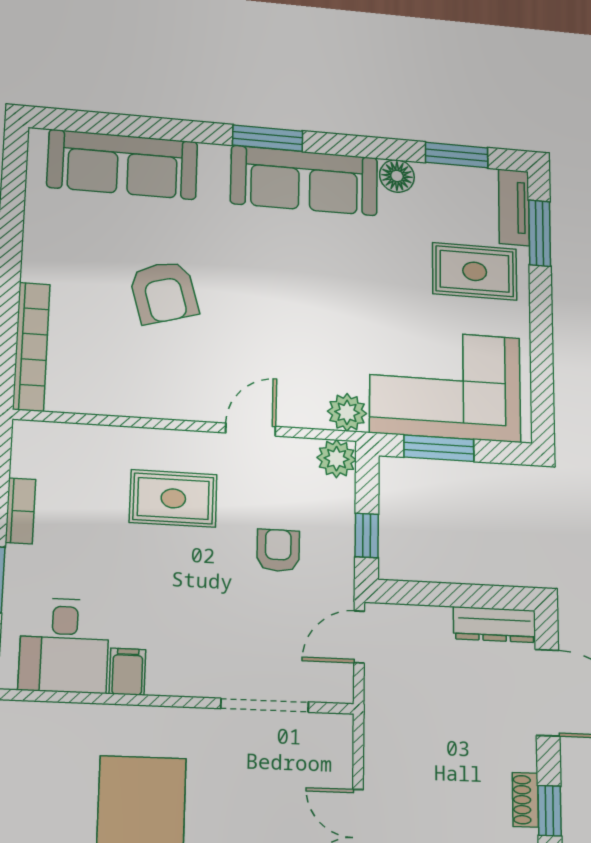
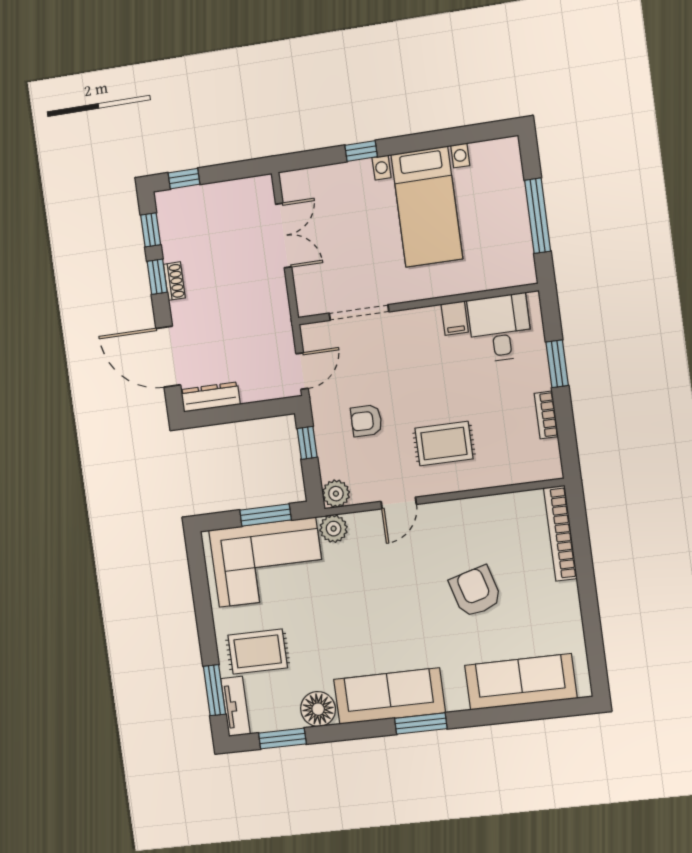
floor lamp: (397, 176) -> (318, 709), width x1.38, depth x1.38
armchair: (278, 550) -> (366, 421), turned 90

